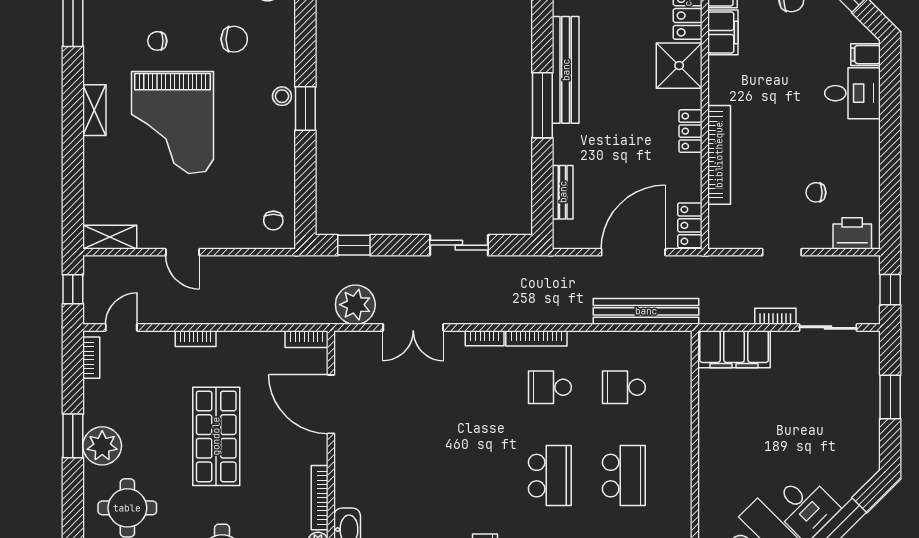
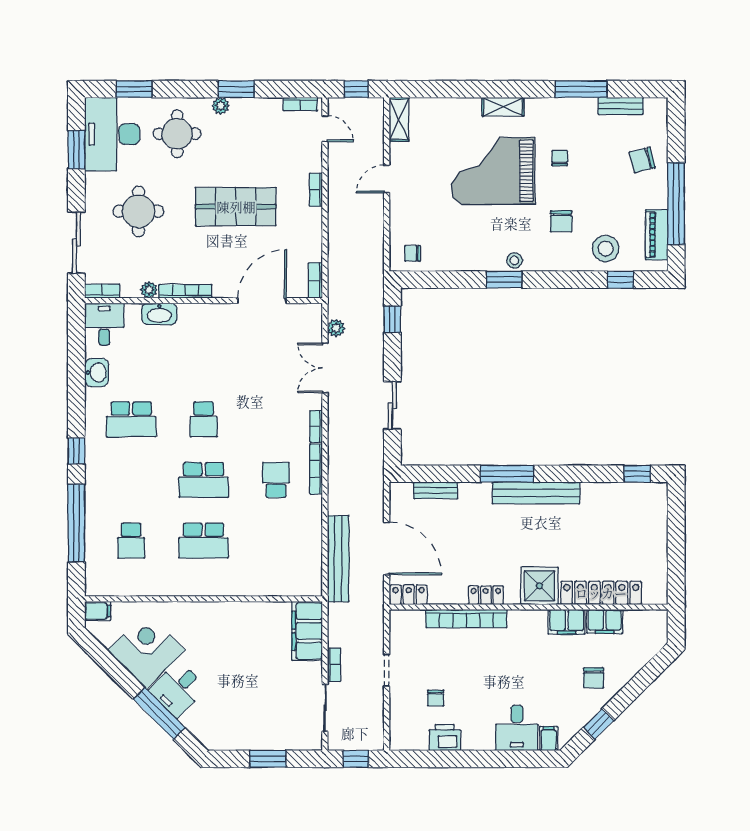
chair: (816, 192) -> (436, 698), turned 180
printer: (852, 233) -> (445, 738), moved, turned -90
plant: (355, 305) -> (336, 328), width x0.53, depth x0.53
school desk: (624, 387) -> (204, 419), moved, turned 180
plant: (102, 446) -> (221, 106), width x0.53, depth x0.53

